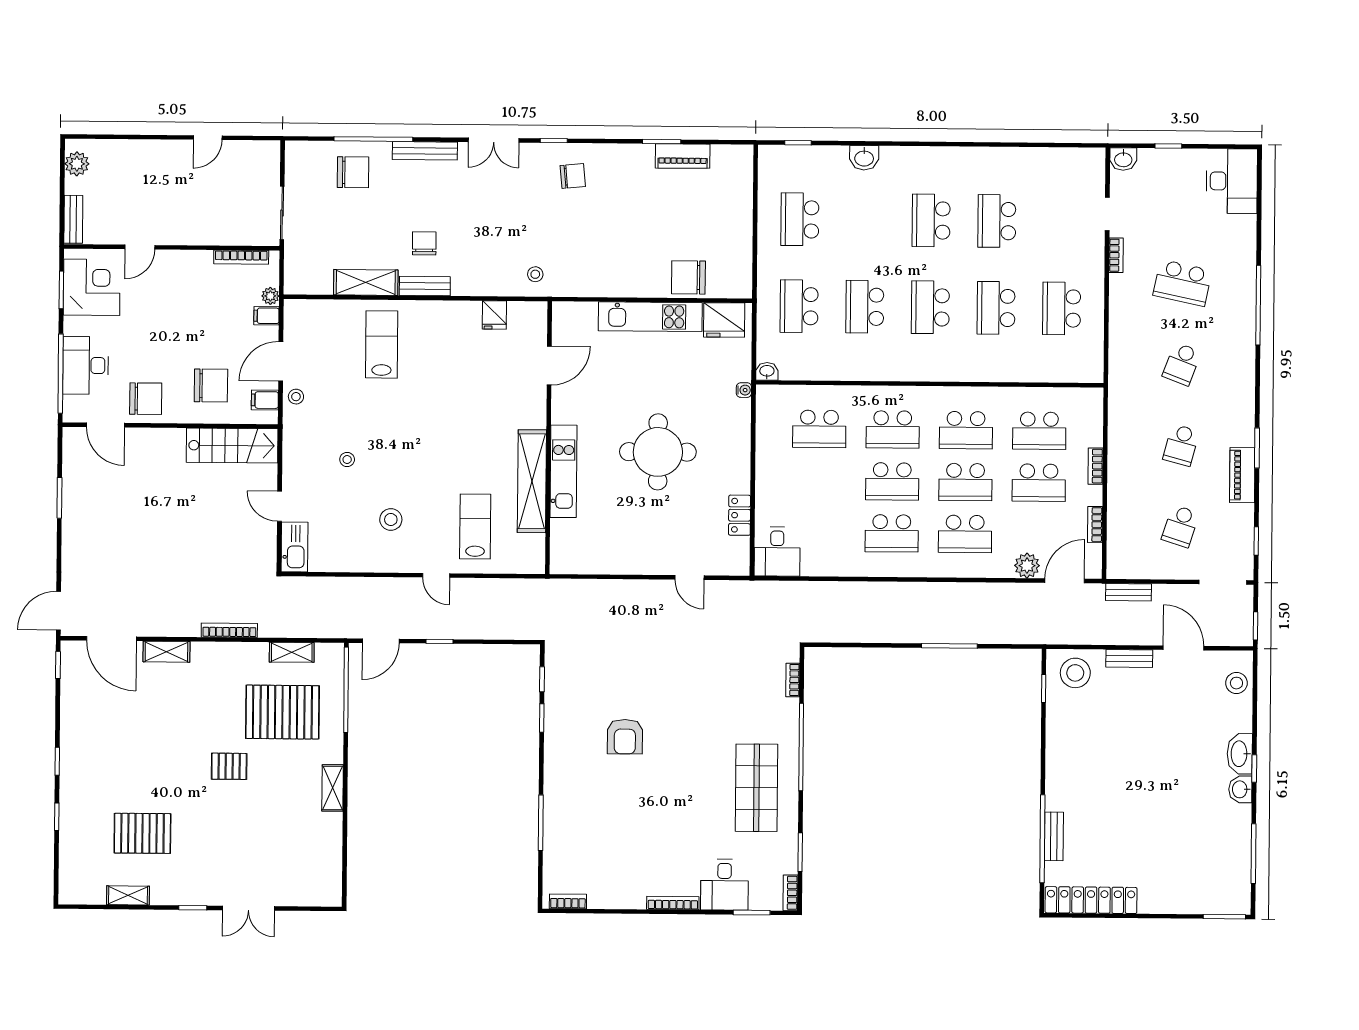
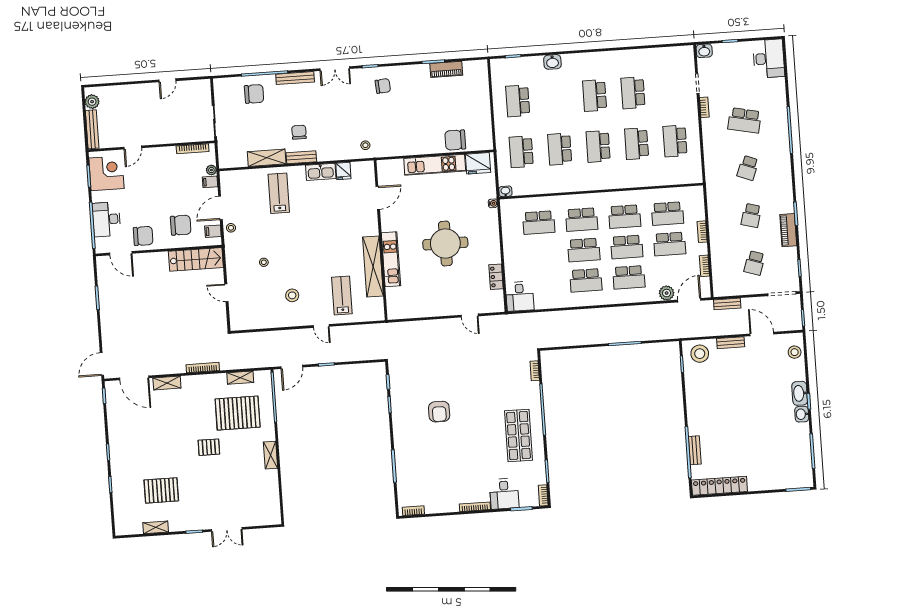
bench: (73, 219) -> (92, 129), width x1.36
kitchen sink: (294, 547) -> (321, 172), moved, turned 90

